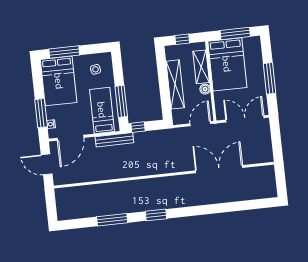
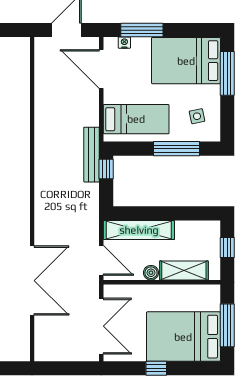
bed: (227, 64) -> (183, 337), moved
window: (270, 78) -> (156, 368), width x0.46
shelving: (175, 84) -> (139, 230), moved
window: (121, 101) -> (177, 149), moved
bench: (114, 140) -> (91, 155), moved

